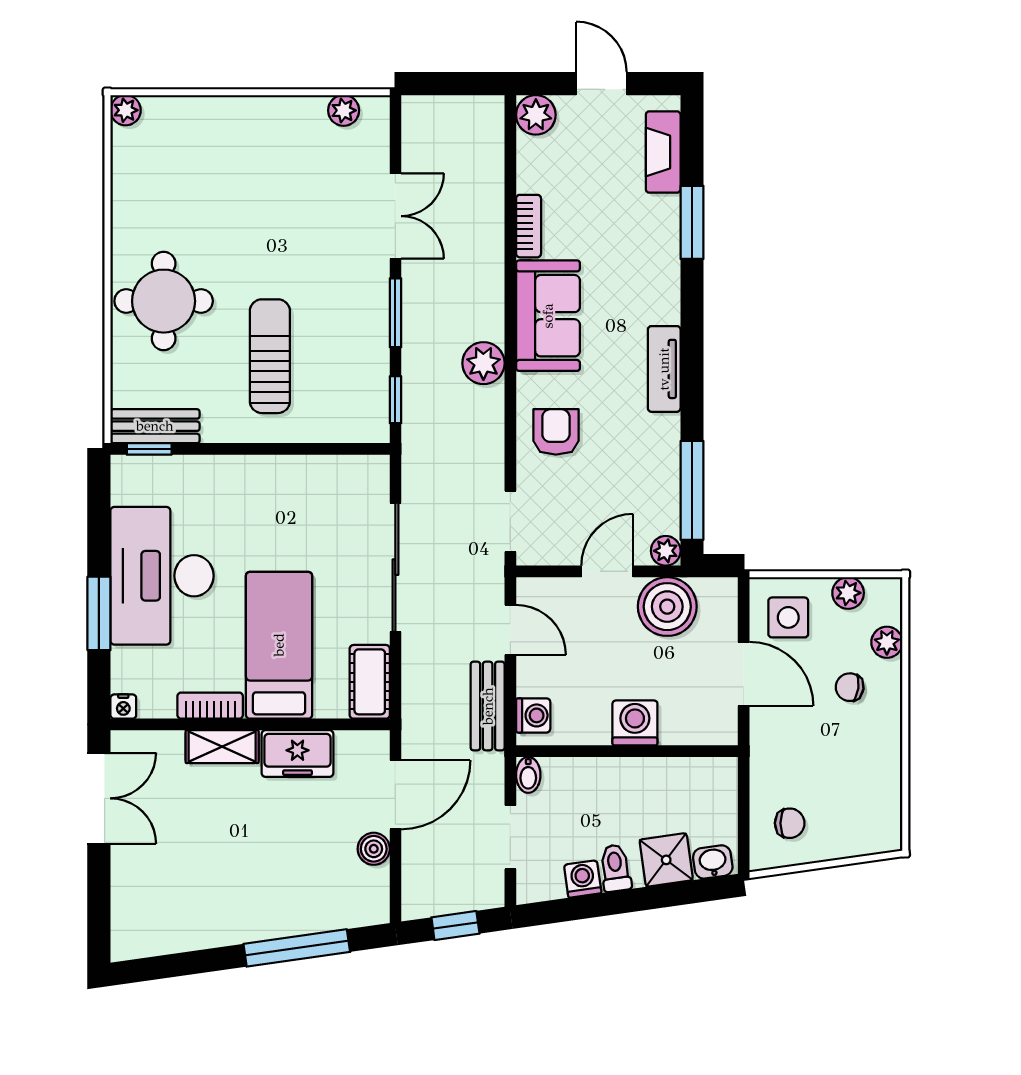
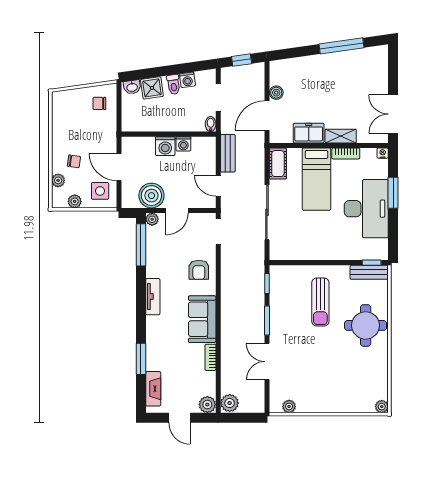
plant: (483, 363) -> (230, 403), moved
washing machine: (533, 715) -> (183, 144), moved, turned -90
window: (297, 948) -> (342, 46), moved

